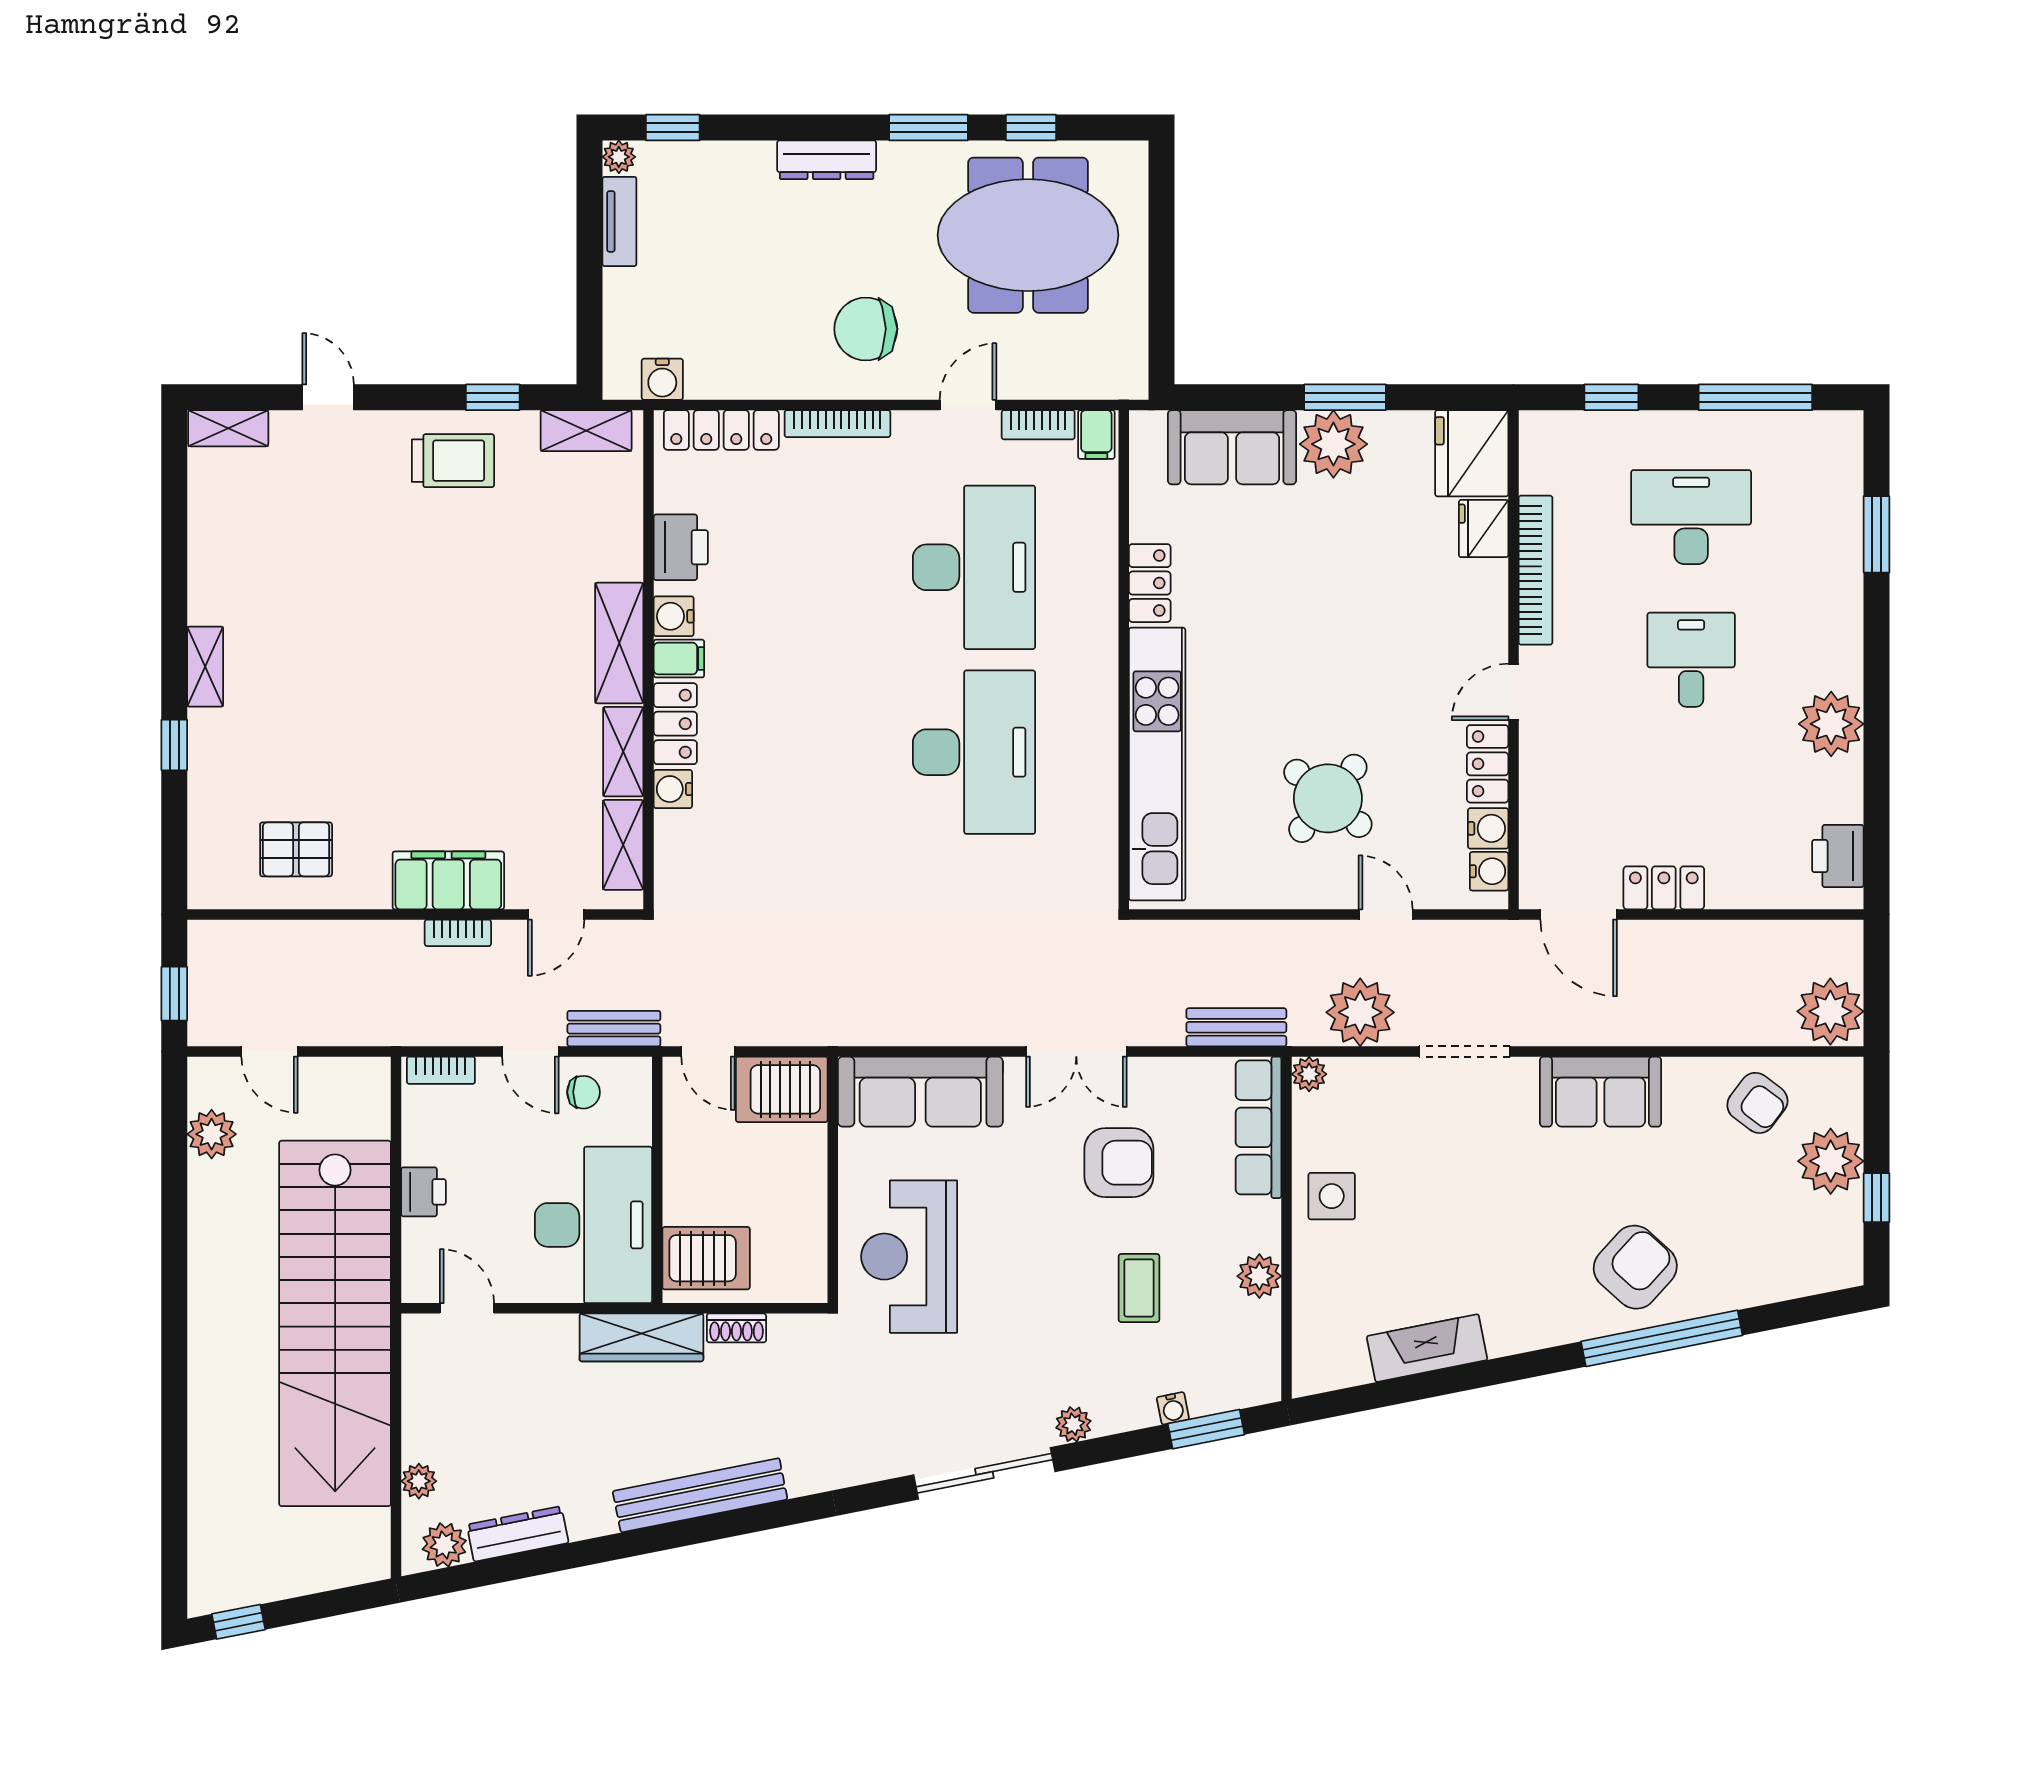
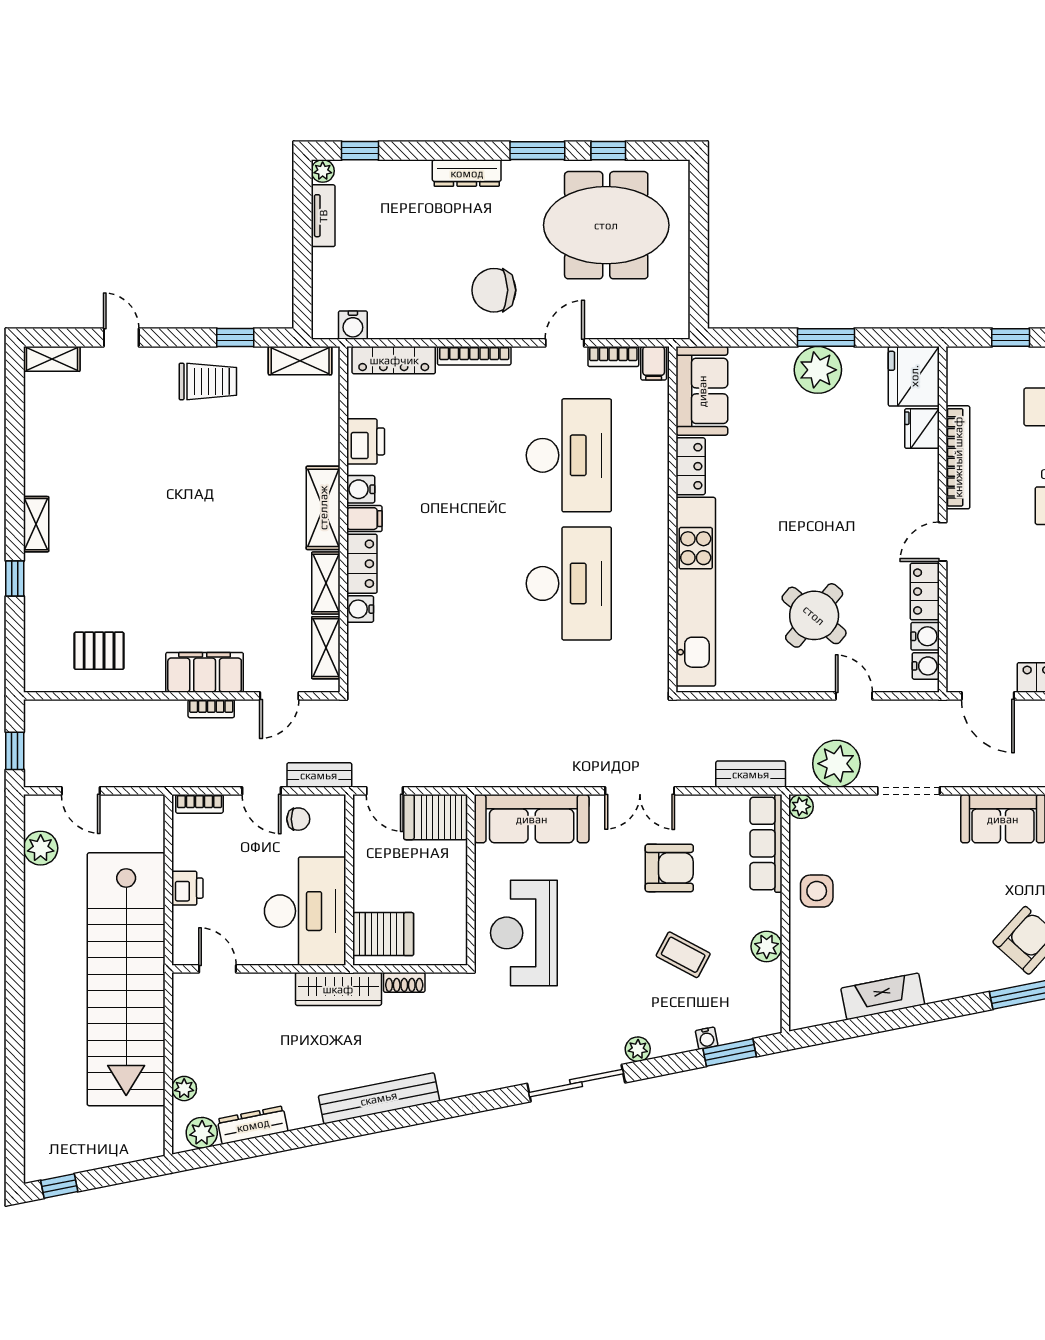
sofa: (1232, 447) -> (702, 391), moved, turned -90
coffee table: (1139, 1288) -> (683, 955), turned -62

